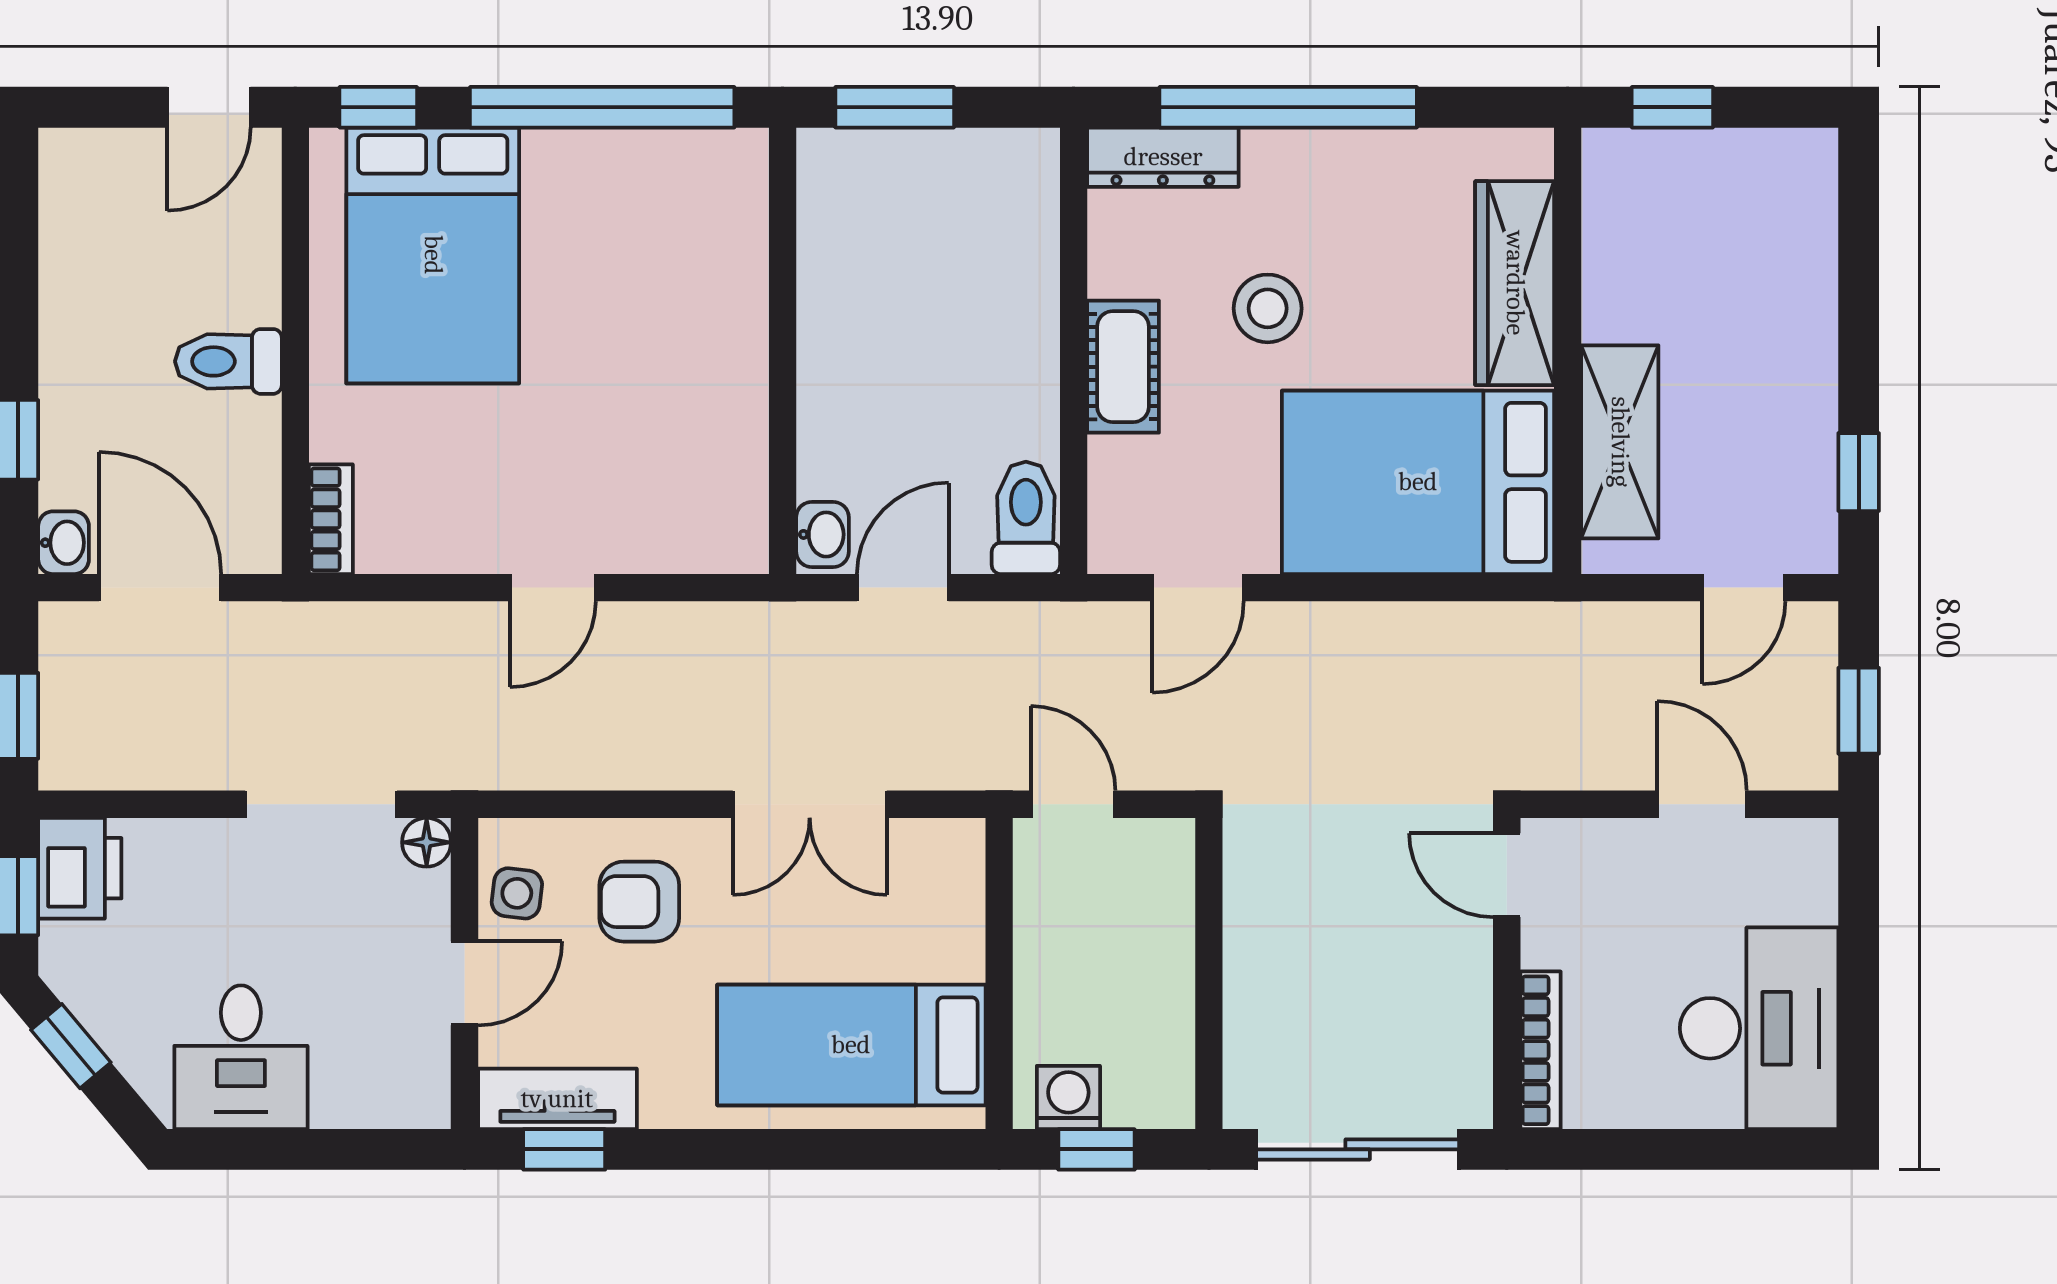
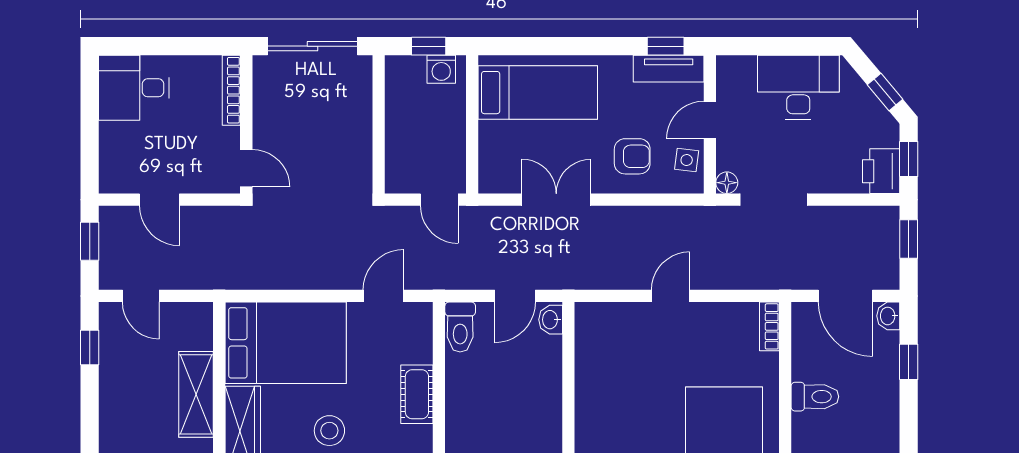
stool: (1268, 308) -> (329, 431), moved
shelving: (1620, 442) -> (196, 394), moved
door: (1744, 588) -> (141, 296), swing flipped
desk: (1759, 1028) -> (134, 88), width x0.73
desk: (241, 1057) -> (798, 87), width x1.37

